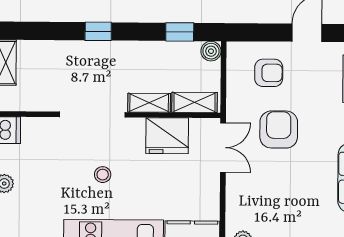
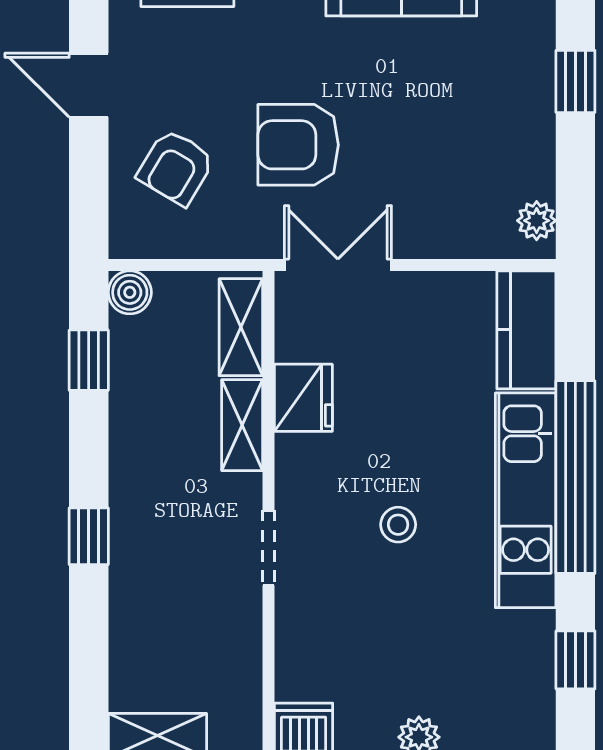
armchair: (269, 73) -> (176, 167), turned -149
doorway: (92, 115) -> (269, 548), width x0.53
fridge: (167, 136) -> (303, 398), width x0.73, depth x0.75

